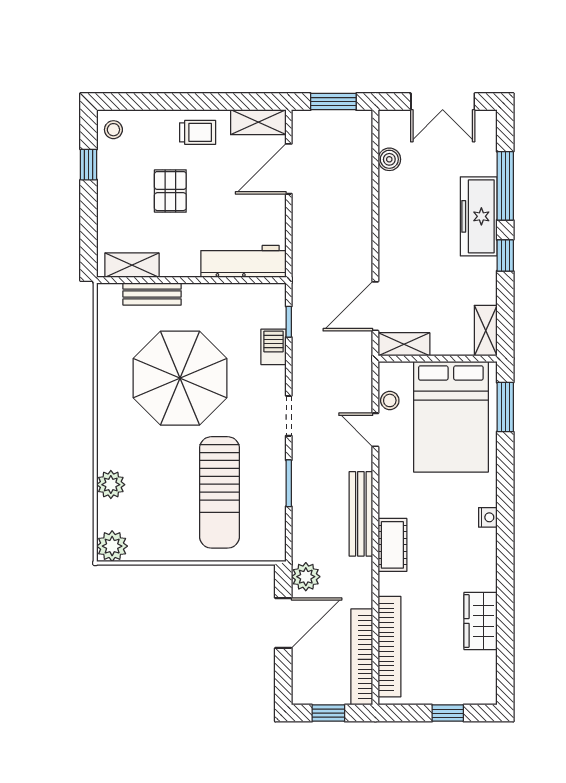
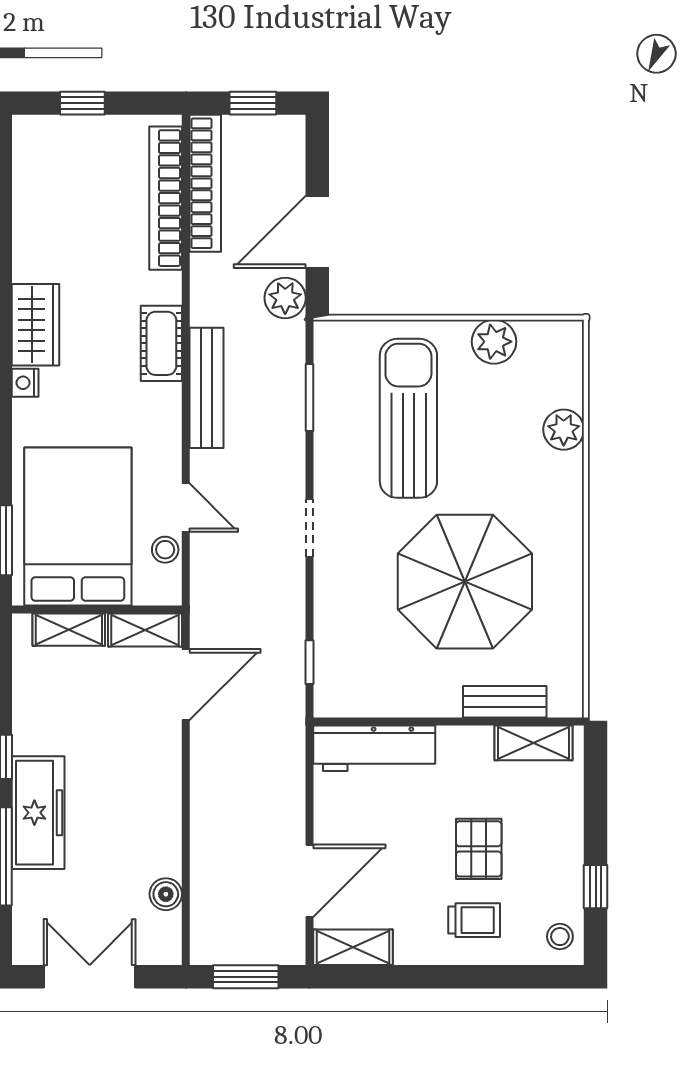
trolley: (198, 132) -> (474, 920), moved, turned 180
shelving: (486, 331) -> (69, 630), moved, turned 90
barbecue: (273, 347) -> (331, 626), removed
window: (289, 483) -> (309, 397), moved
plant: (112, 546) -> (494, 342), moved
wardrobe: (481, 621) -> (36, 325), moved

